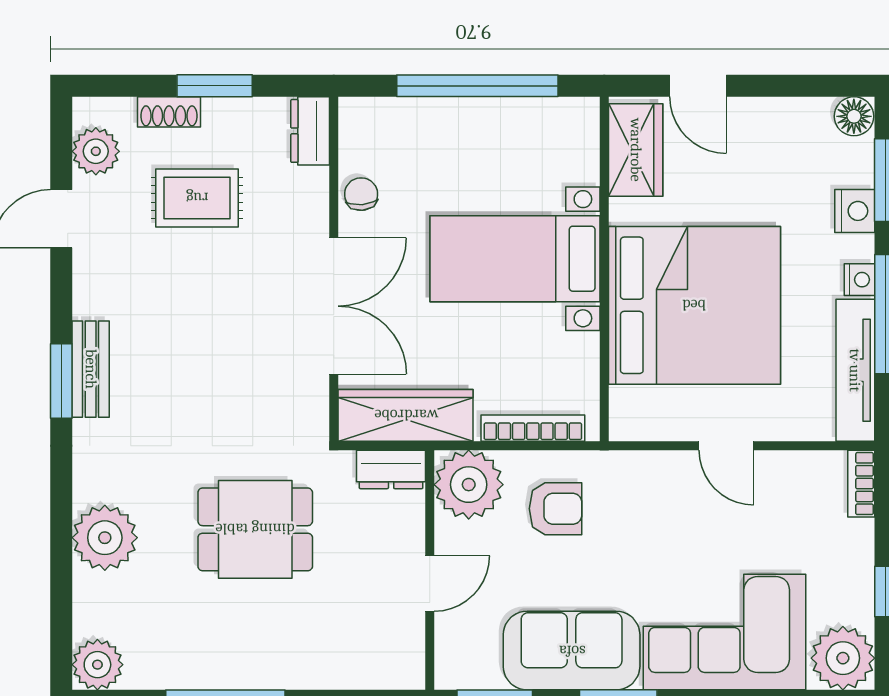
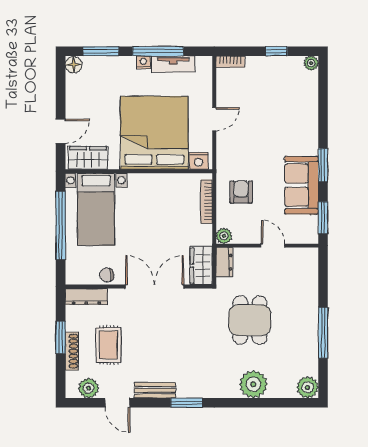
shoe rack: (169, 112) -> (72, 351), width x1.43
dresser: (310, 131) -> (86, 297), width x1.44
nightstand: (855, 211) -> (199, 161), moved, turned 180
bed with nightstands: (515, 259) -> (96, 209), moved
bench: (91, 369) -> (155, 390), moved
tv unit: (855, 370) -> (173, 64), width x0.71
wardrobe: (406, 415) -> (201, 266), width x0.67
plant: (469, 485) -> (224, 236), width x0.53, depth x0.53
corner sofa: (724, 632) -> (294, 120), removed
plant: (843, 658) -> (311, 63), width x0.53, depth x0.53

